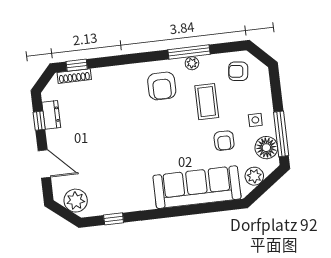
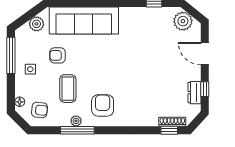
armchair: (224, 141) -> (58, 55), turned -90
floor lamp: (266, 148) -> (20, 102), moved, width x0.53, depth x0.53

